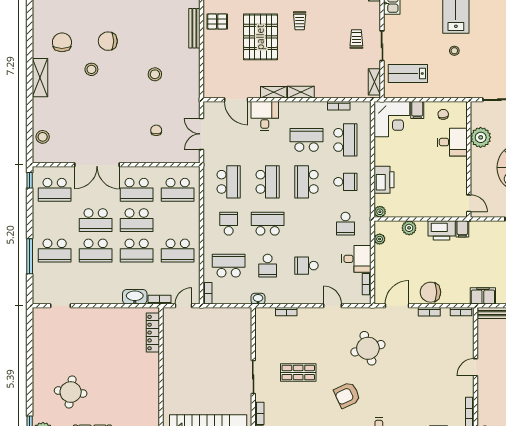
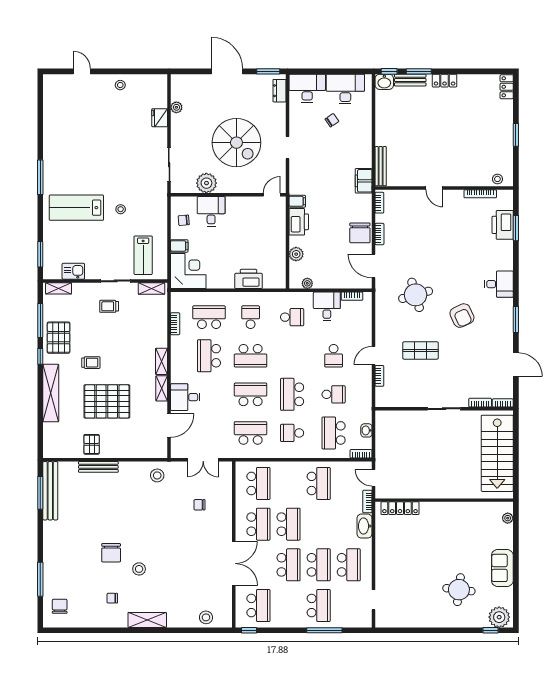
chair: (62, 42) -> (112, 598), width x0.54, depth x0.54
stool: (155, 74) -> (157, 475), moved
plant: (380, 212) -> (280, 283), removed
school desk: (137, 251) -> (349, 565), moved
washbasin: (258, 299) -> (366, 430), moved
door: (332, 306) -> (374, 356), moved
shop shelf: (298, 373) -> (421, 351), moved, turned 90

